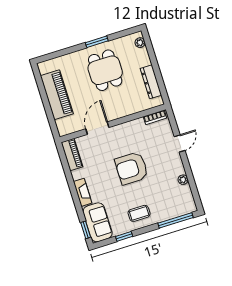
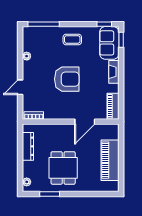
window: (97, 42) -> (50, 194), moved
window: (124, 236) -> (104, 24), moved

